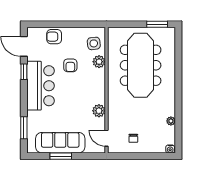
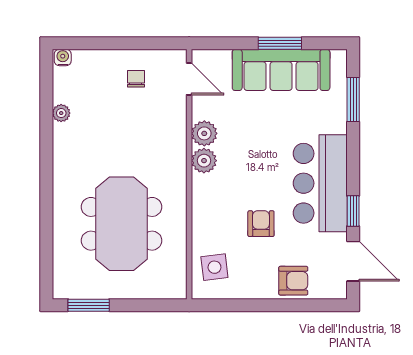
plant: (99, 62) -> (204, 161), moved
meeting table: (141, 65) -> (122, 224), width x0.73

